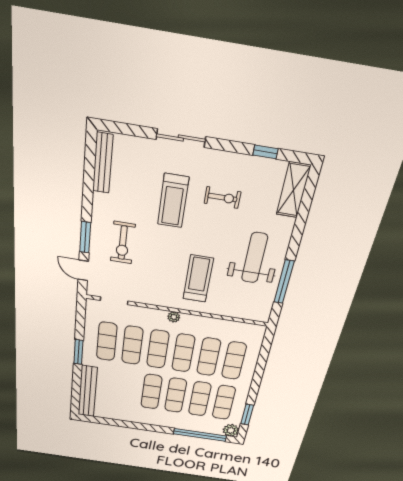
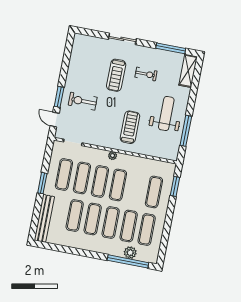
window: (265, 152) -> (171, 48), width x2.17
bench: (103, 163) -> (76, 51), removed
exercise bike: (123, 243) -> (83, 101), turned 90
exercise mat: (209, 357) -> (75, 216), moved
window: (247, 415) -> (175, 186), moved
plant: (231, 430) -> (130, 253), moved

